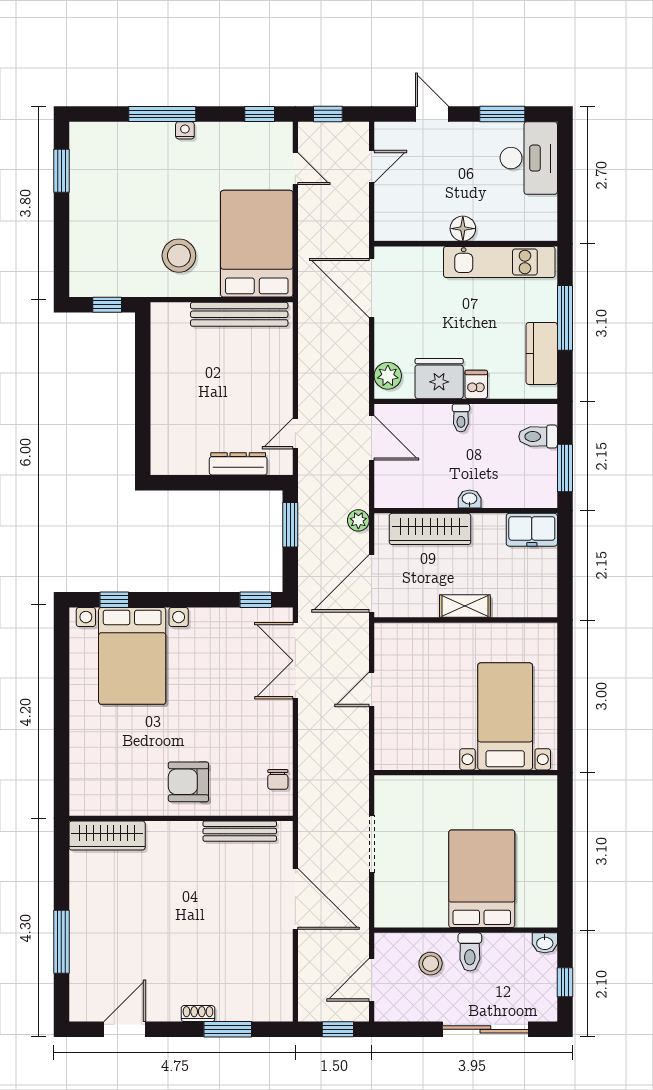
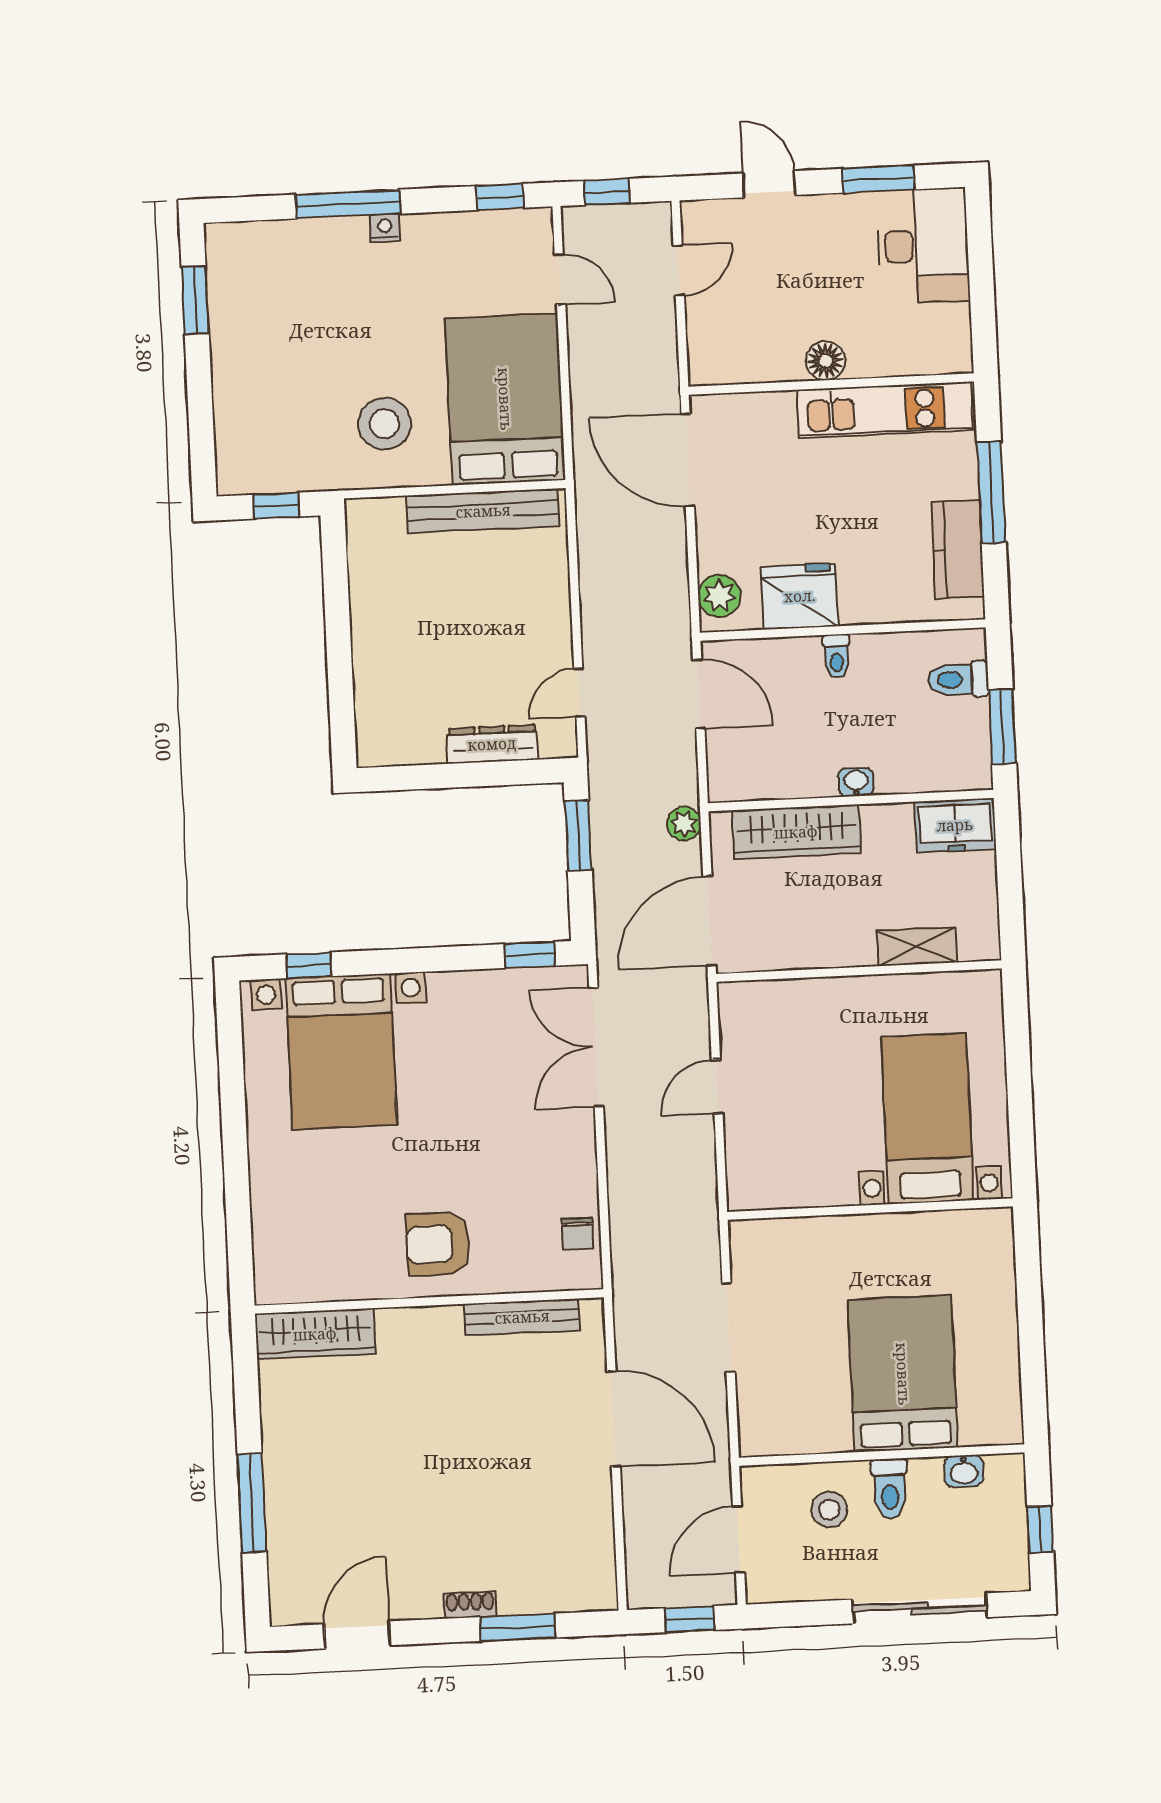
dishwasher: (476, 384) -> (858, 603), removed
shelving: (465, 606) -> (917, 947), moved
washbasin: (545, 943) -> (964, 1471), moved

